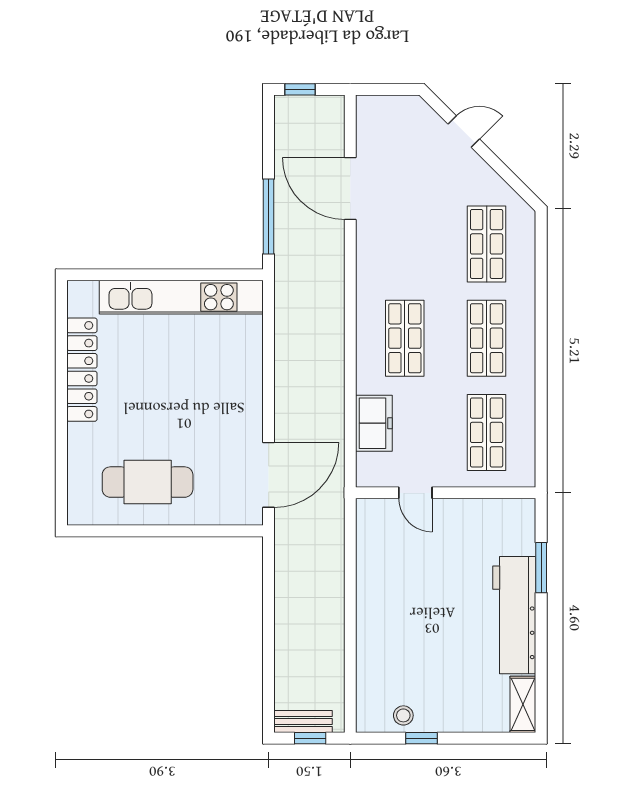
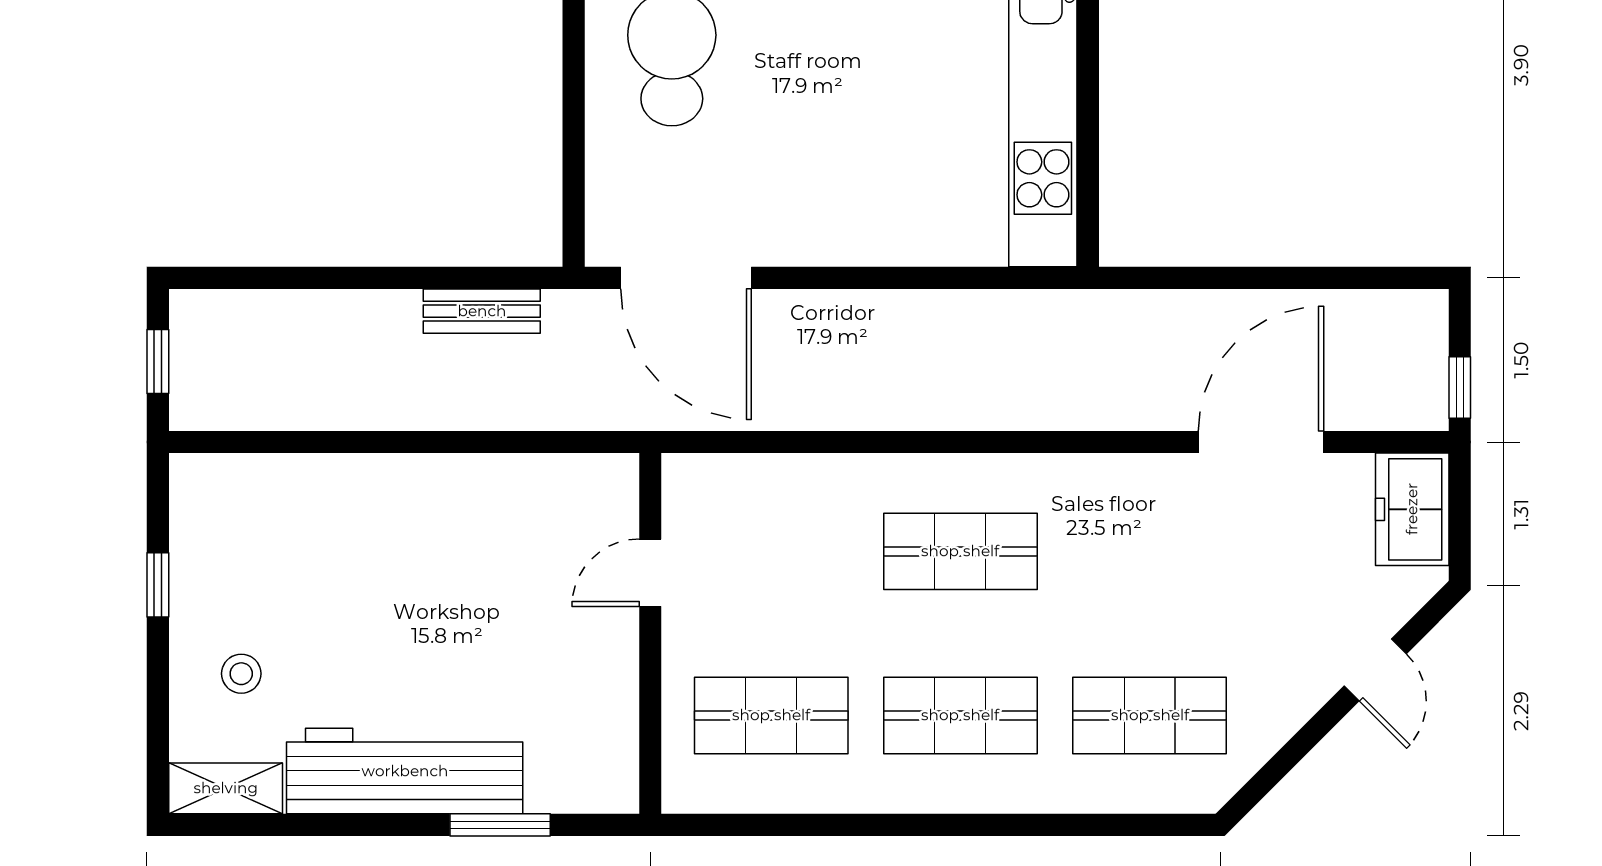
window: (300, 89) -> (1460, 388), moved
window: (269, 216) -> (1205, 278), removed
freezer: (374, 423) -> (1412, 509), moved, turned 90
stool: (403, 715) -> (241, 674), moved
bench: (303, 722) -> (482, 311), moved, turned 90

